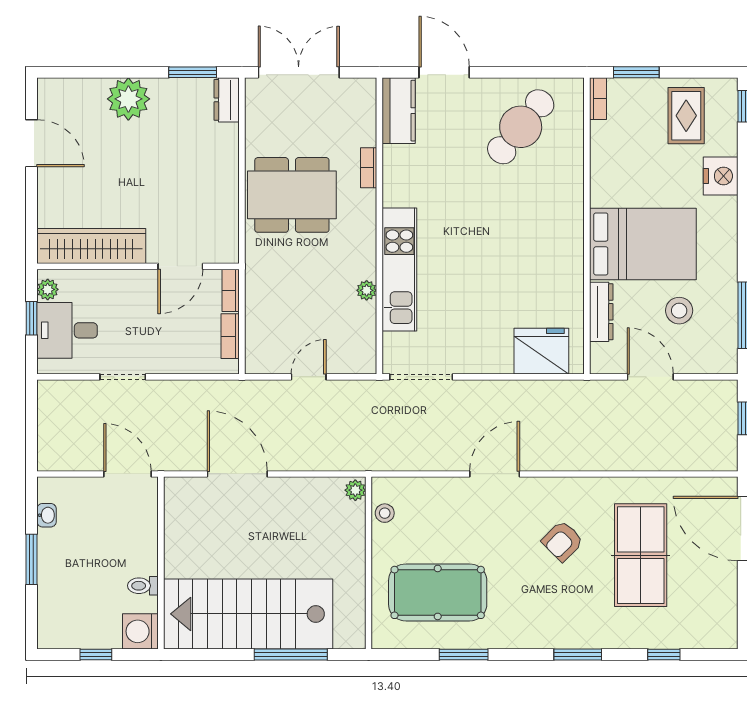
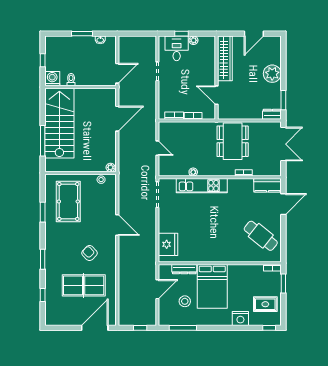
wardrobe: (91, 246) -> (225, 58), moved
wall: (138, 266) -> (216, 78), moved
door: (180, 266) -> (216, 95), moved

